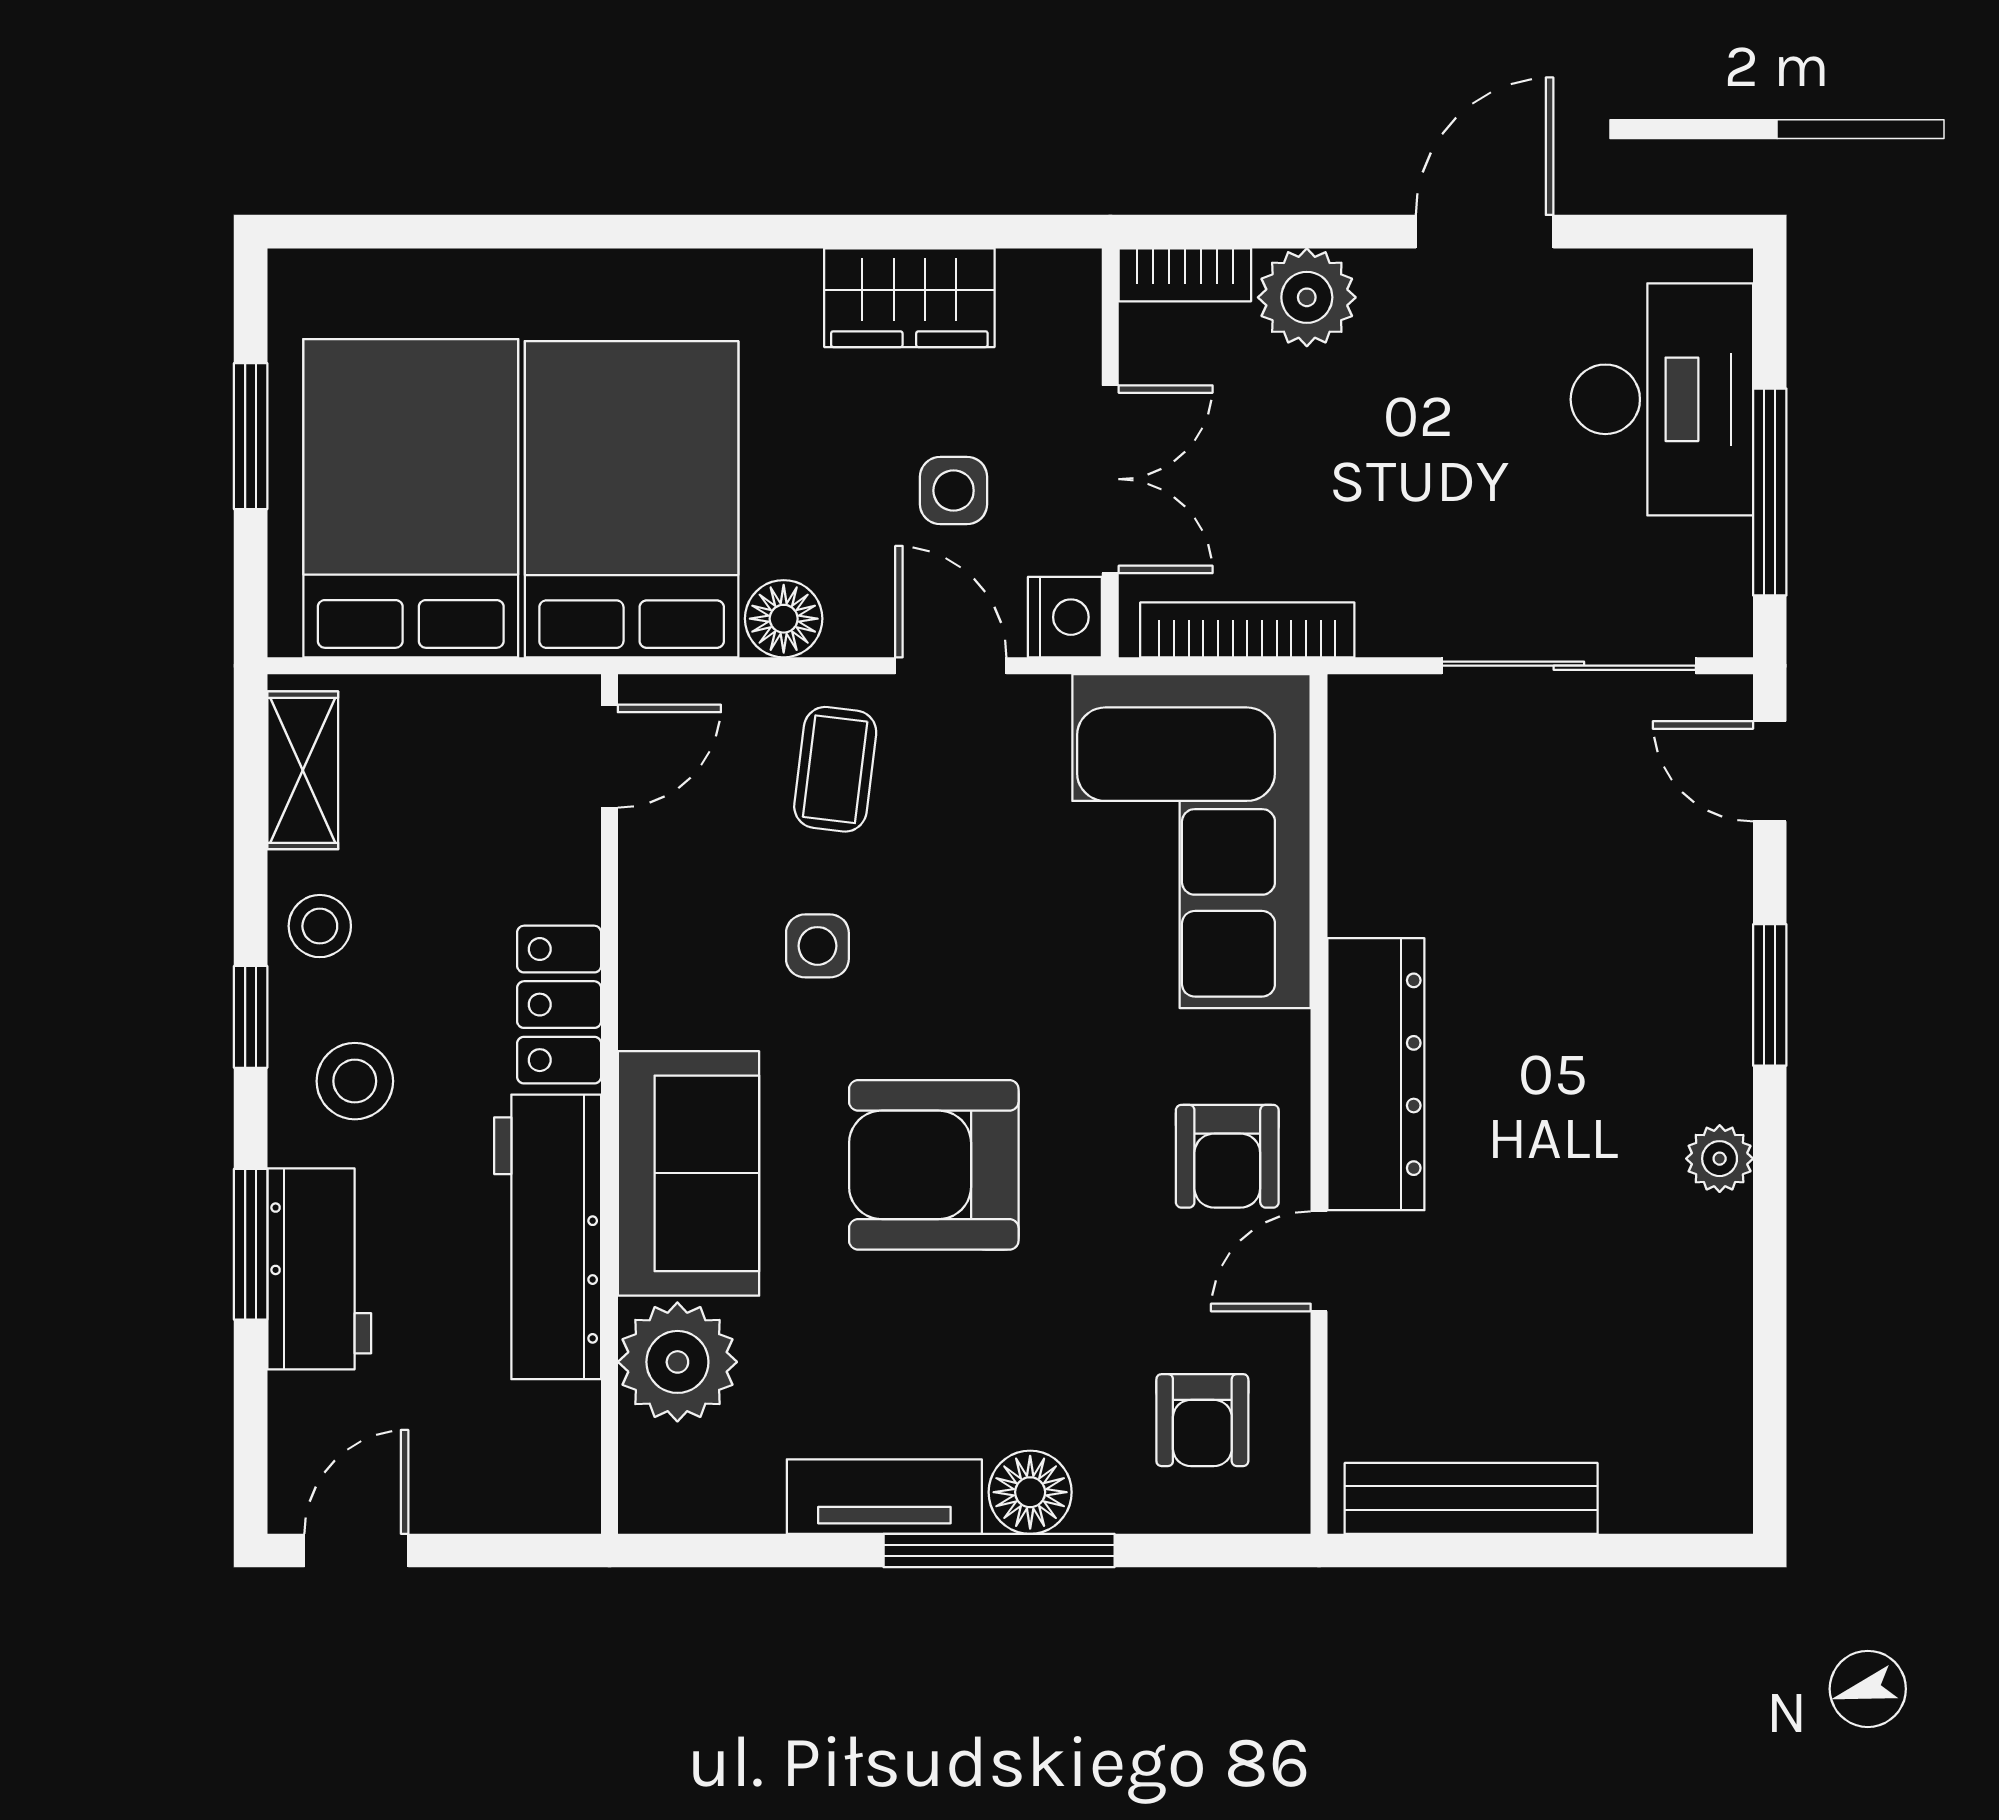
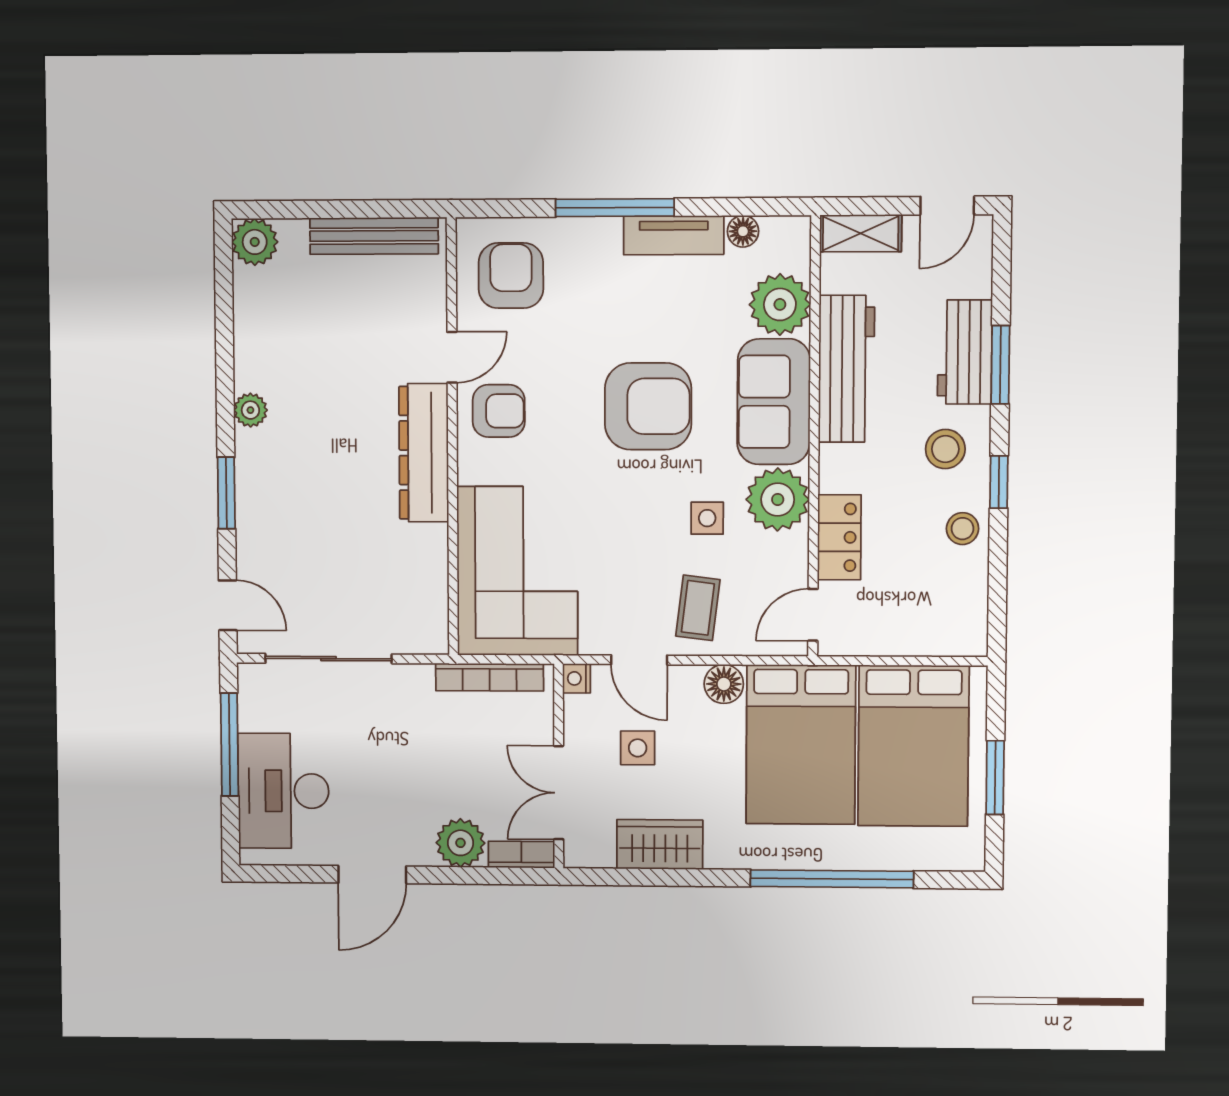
window: (569, 232) -> (832, 879), added
double door: (1110, 479) -> (559, 793), moved
nightstand: (1065, 617) -> (577, 678), width x0.72, depth x0.74
shelving: (303, 770) -> (861, 233), moved, turned 90
plant: (680, 983) -> (778, 500), added
locker: (559, 1005) -> (839, 537), moved
armchair: (1227, 1156) -> (499, 411), turned 90
armchair: (1202, 1420) -> (511, 276), width x1.38, depth x1.38
plant: (1707, 1488) -> (255, 242), added
floor lamp: (1030, 1492) -> (743, 231), moved, width x0.73, depth x0.73

